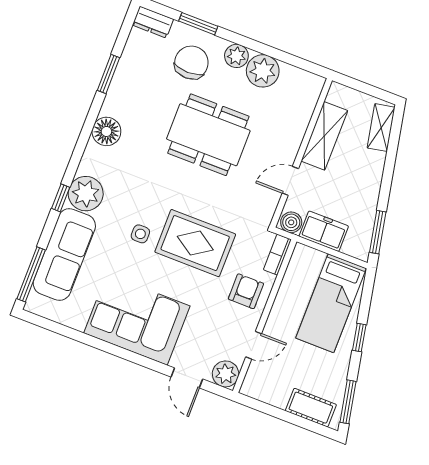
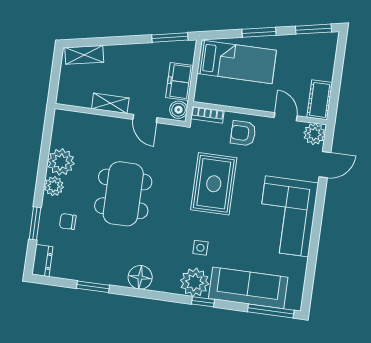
chair: (191, 63) -> (68, 221), width x0.54, depth x0.54
shelving: (324, 136) -> (110, 103), width x0.67, depth x0.75
side table: (140, 234) -> (200, 248), moved
window: (359, 338) -> (259, 32), width x1.50
cot: (311, 408) -> (320, 100), moved

